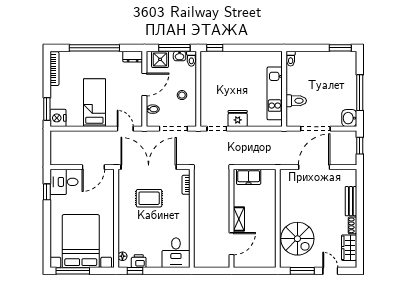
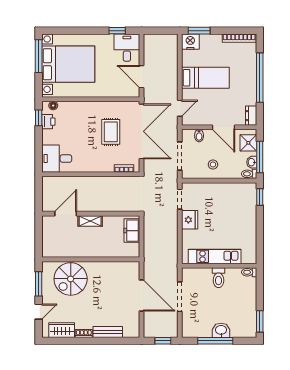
toilet: (296, 101) -> (218, 278), moved
washbasin: (349, 118) -> (221, 330), moved
door: (232, 244) -> (66, 214), swing flipped

